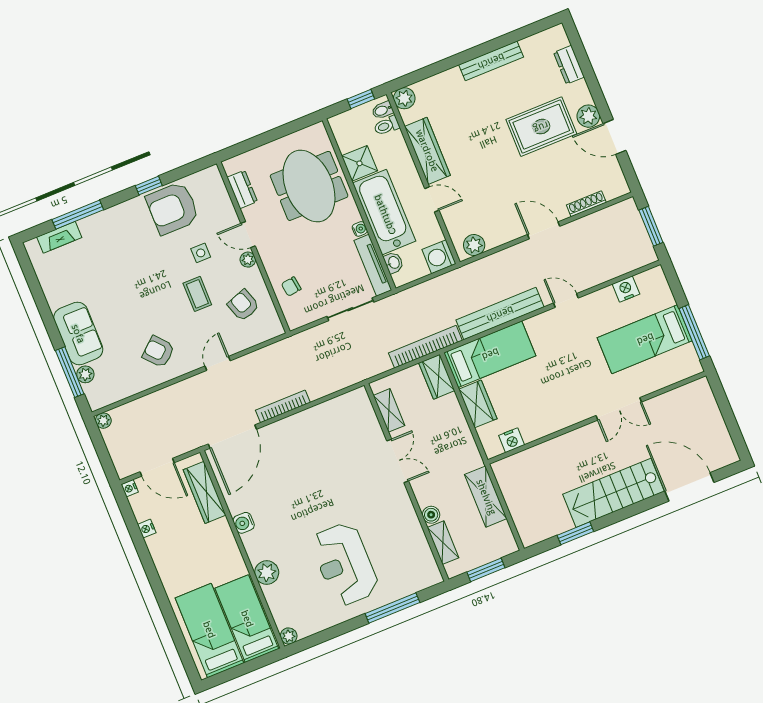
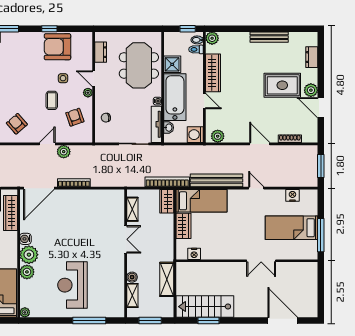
plant: (248, 365) -> (64, 152), added
stairs: (614, 493) -> (205, 307), moved
plant: (259, 545) -> (29, 255), added

